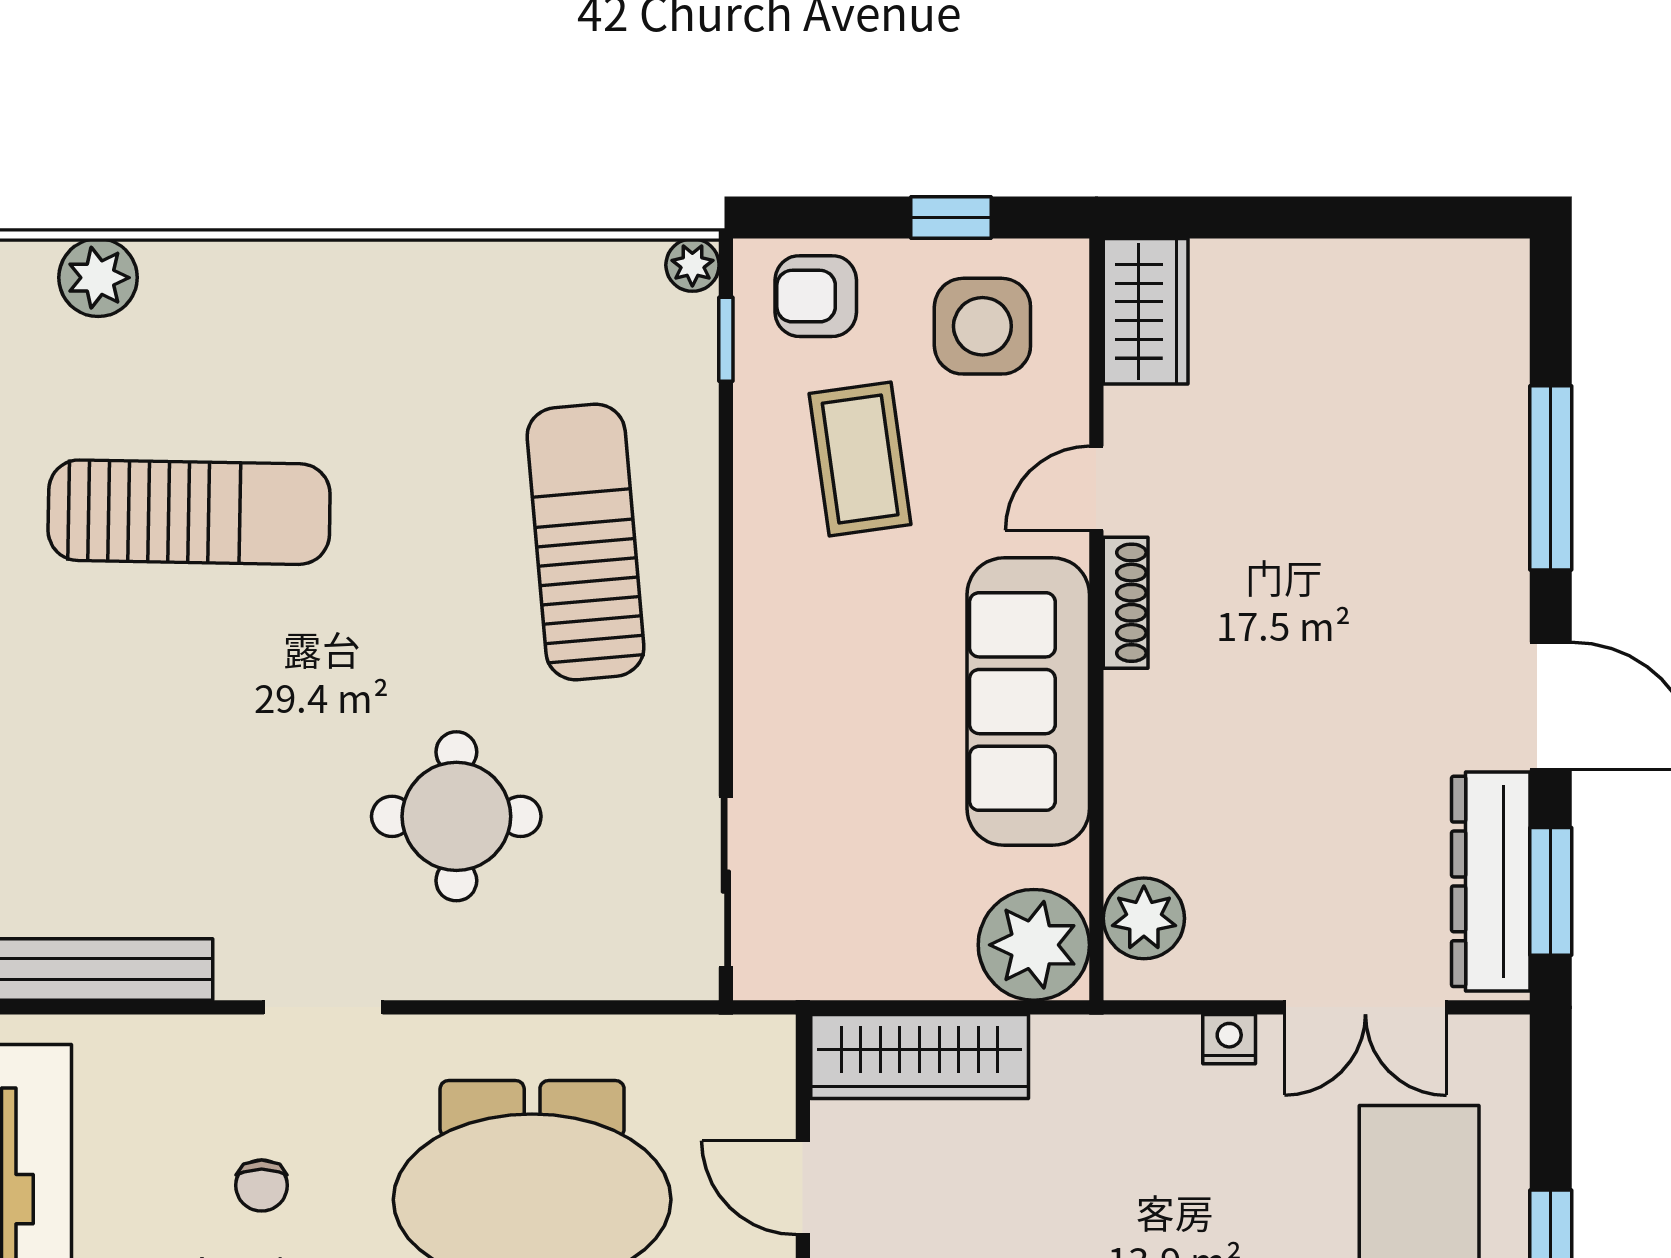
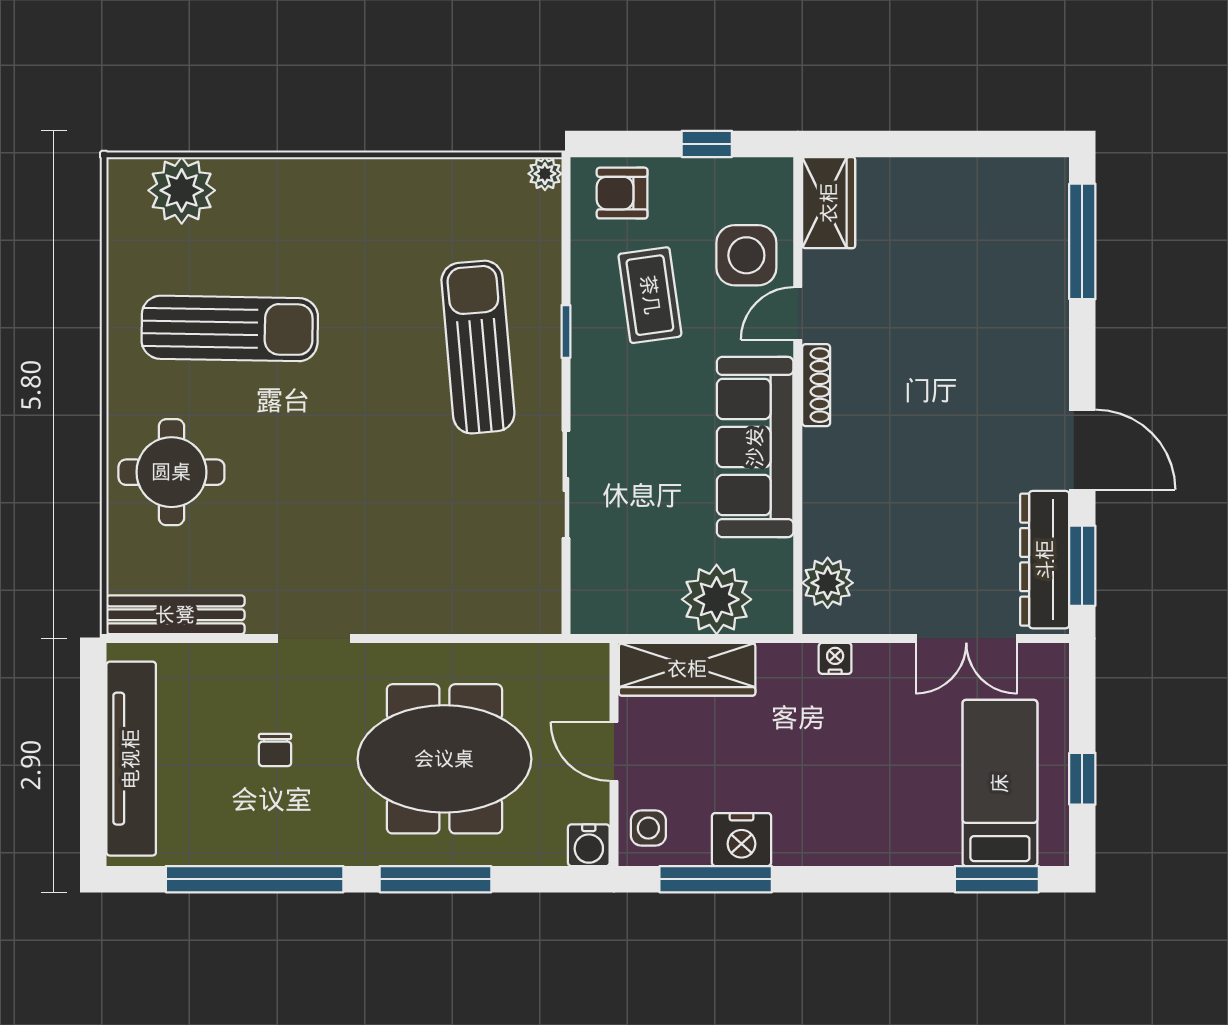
plant: (98, 278) -> (182, 190), width x1.36, depth x1.36
side table: (982, 326) -> (746, 255), moved
window: (726, 339) -> (566, 332), moved
window: (1551, 478) -> (1082, 241), moved
round table: (456, 816) -> (171, 472), moved
sliding door: (726, 882) -> (566, 485), moved
plant: (1034, 945) -> (717, 599), moved
nightstand: (1229, 1039) -> (835, 658), moved

